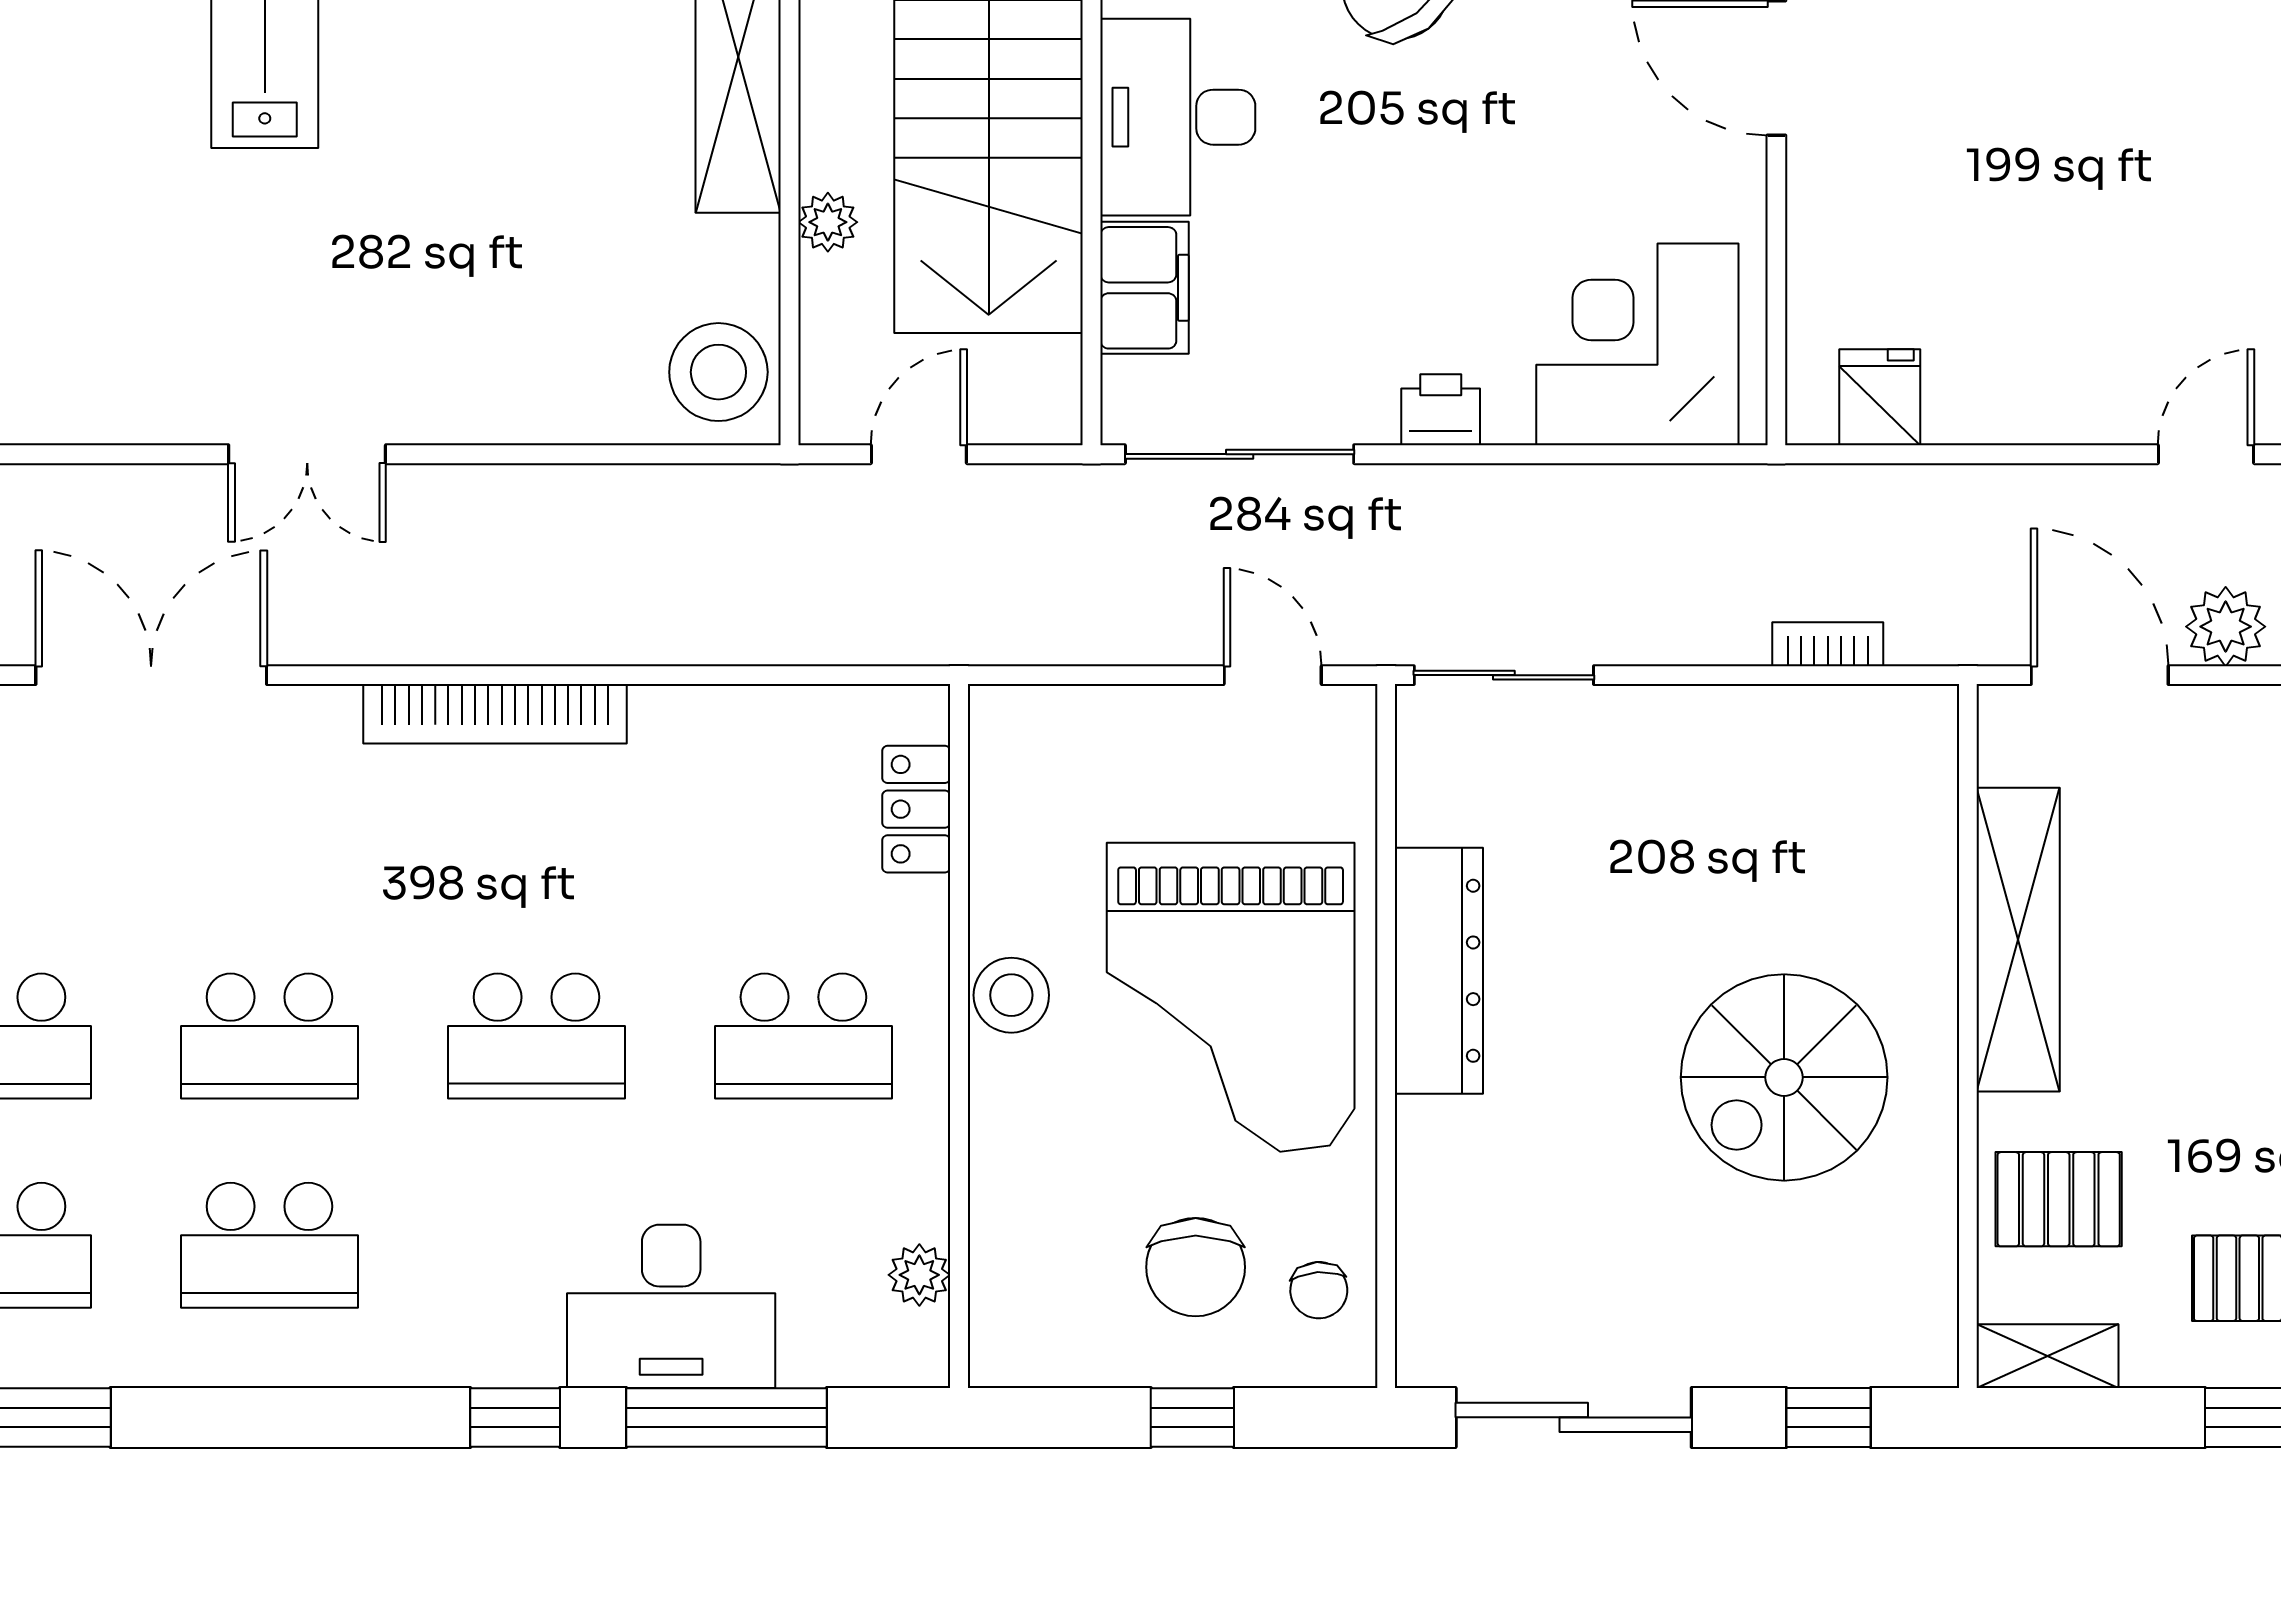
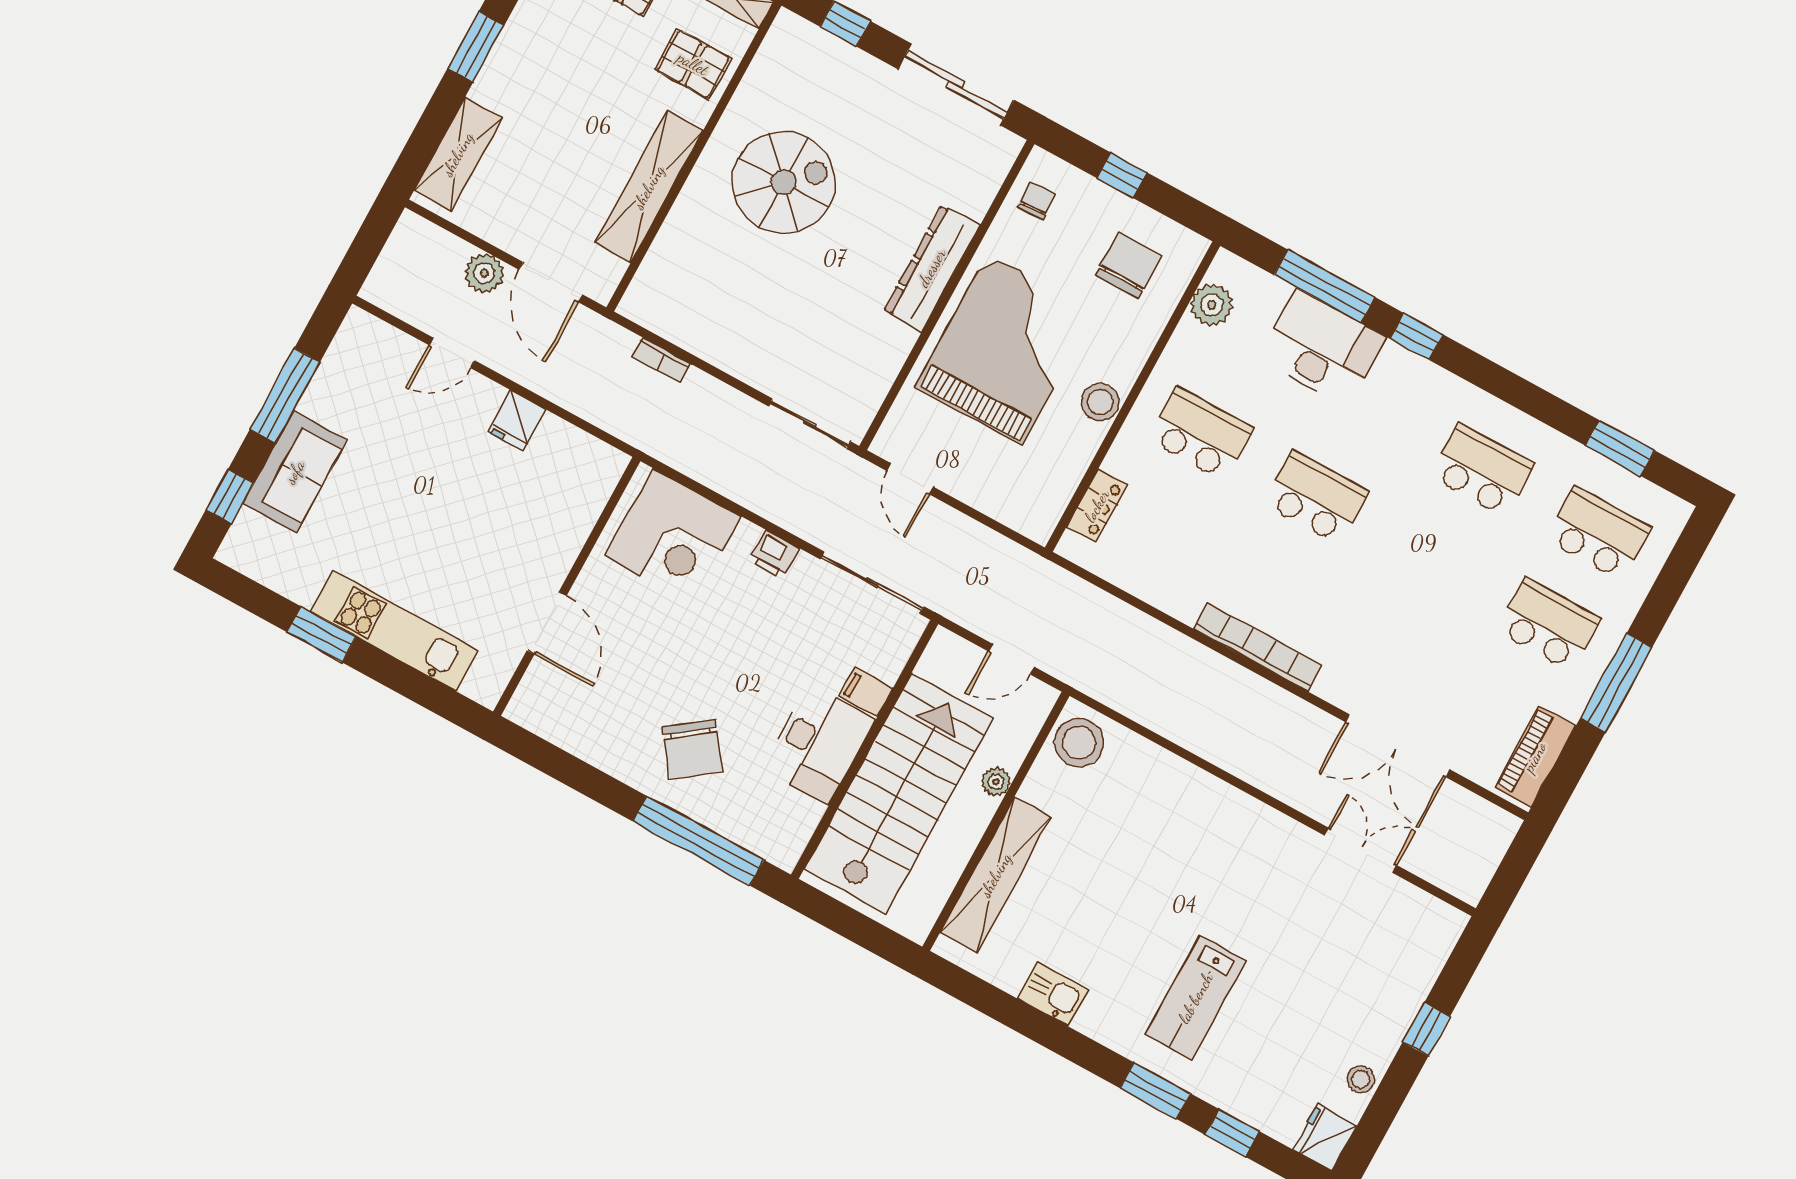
filing cabinet: (1144, 288) -> (866, 692), width x0.50
fridge: (1880, 397) -> (517, 421), moved
double door: (307, 454) -> (1360, 850), moved
dresser: (1439, 971) -> (932, 268), moved
school desk: (269, 1036) -> (1432, 561), removed
chair: (1196, 1267) -> (1129, 265), moved
plant: (919, 1275) -> (1212, 305), width x1.38, depth x1.38

